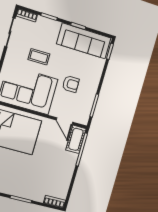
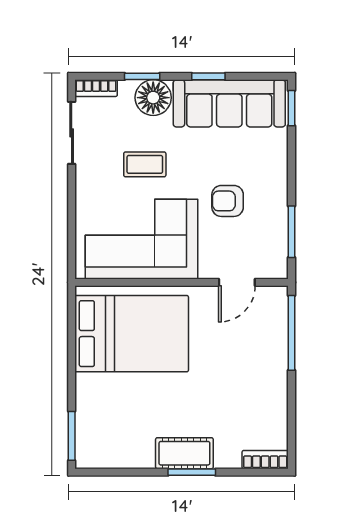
floor lamp: (51, 28) -> (153, 98), added
armchair: (71, 84) -> (228, 201), turned 180
door: (64, 121) -> (237, 282), hinge flipped
cot: (76, 139) -> (184, 453), moved, turned 90

